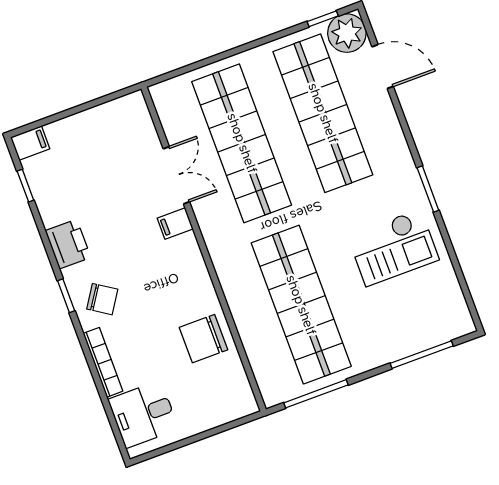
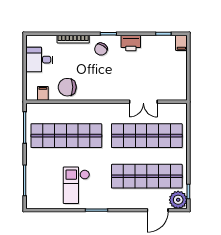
filing cabinet: (175, 223) -> (43, 93), moved
chair: (204, 339) -> (67, 87), turned -90
desk: (143, 414) -> (39, 60), moved, turned -90

